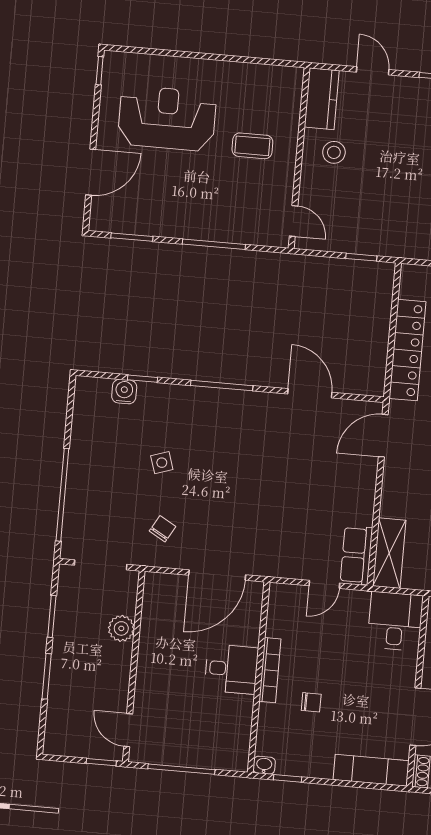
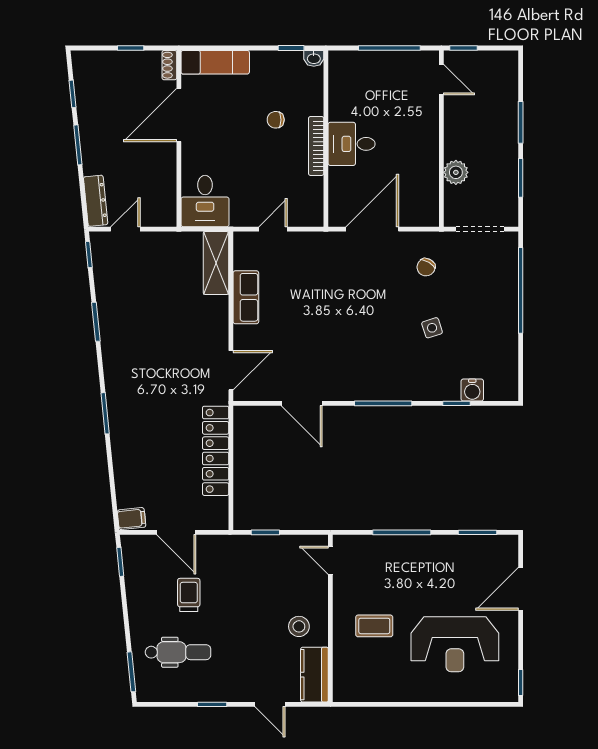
row of seats: (356, 555) -> (246, 297), moved

